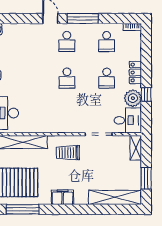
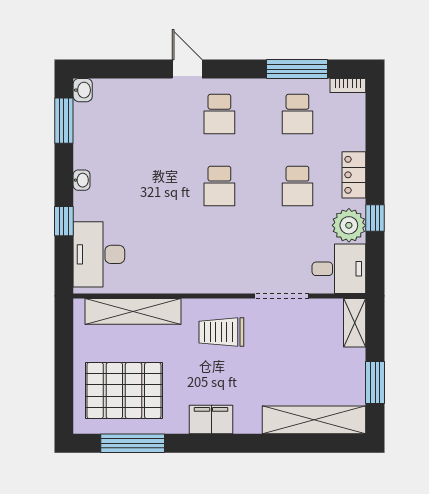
window: (83, 19) -> (297, 69), moved

